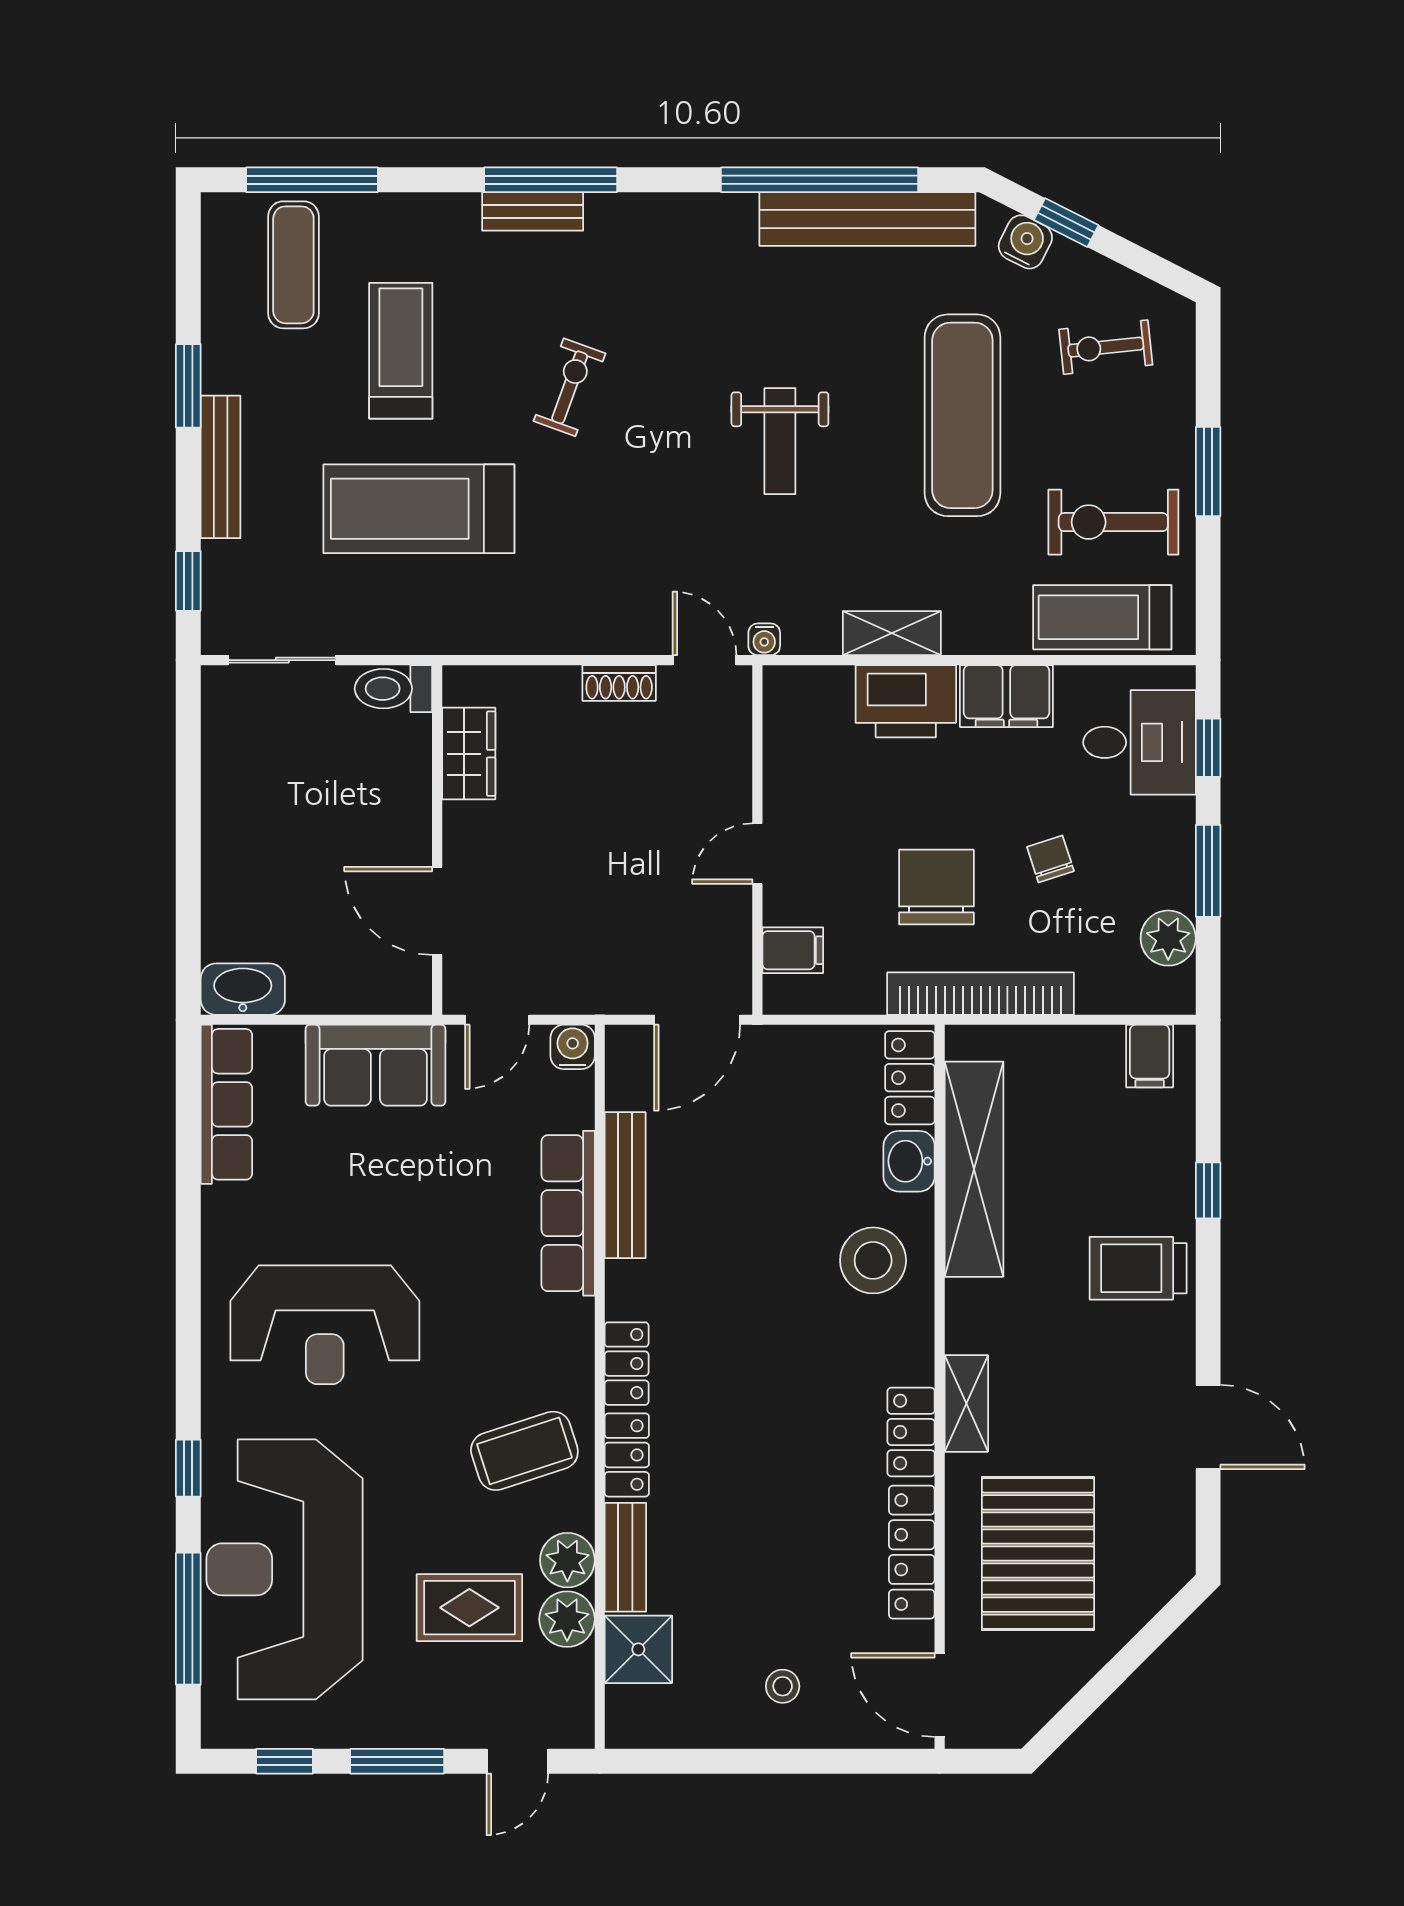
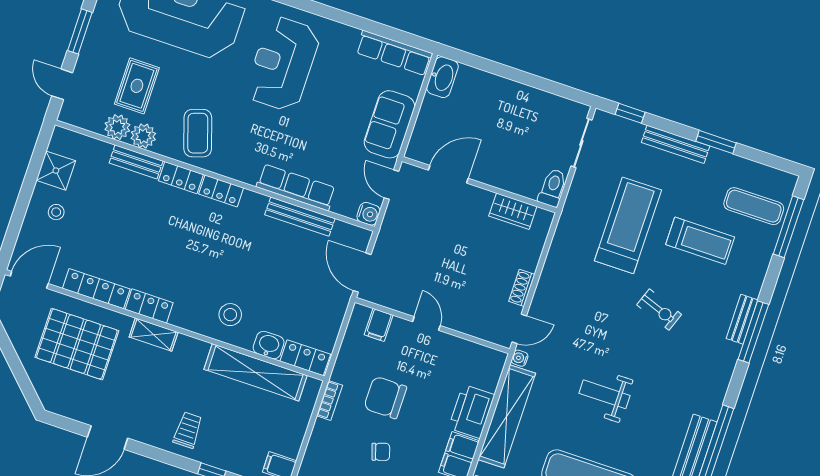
shelving: (892, 633) -> (507, 416), width x2.20, depth x1.33
chair: (936, 887) -> (385, 397), turned 180
bookcase: (981, 994) -> (330, 400), width x0.43, depth x0.76
stool: (873, 1260) -> (230, 315), width x0.73, depth x0.73
trolley: (1138, 1268) -> (188, 430), width x0.73, depth x0.72
shower: (638, 1649) -> (56, 171), moved

